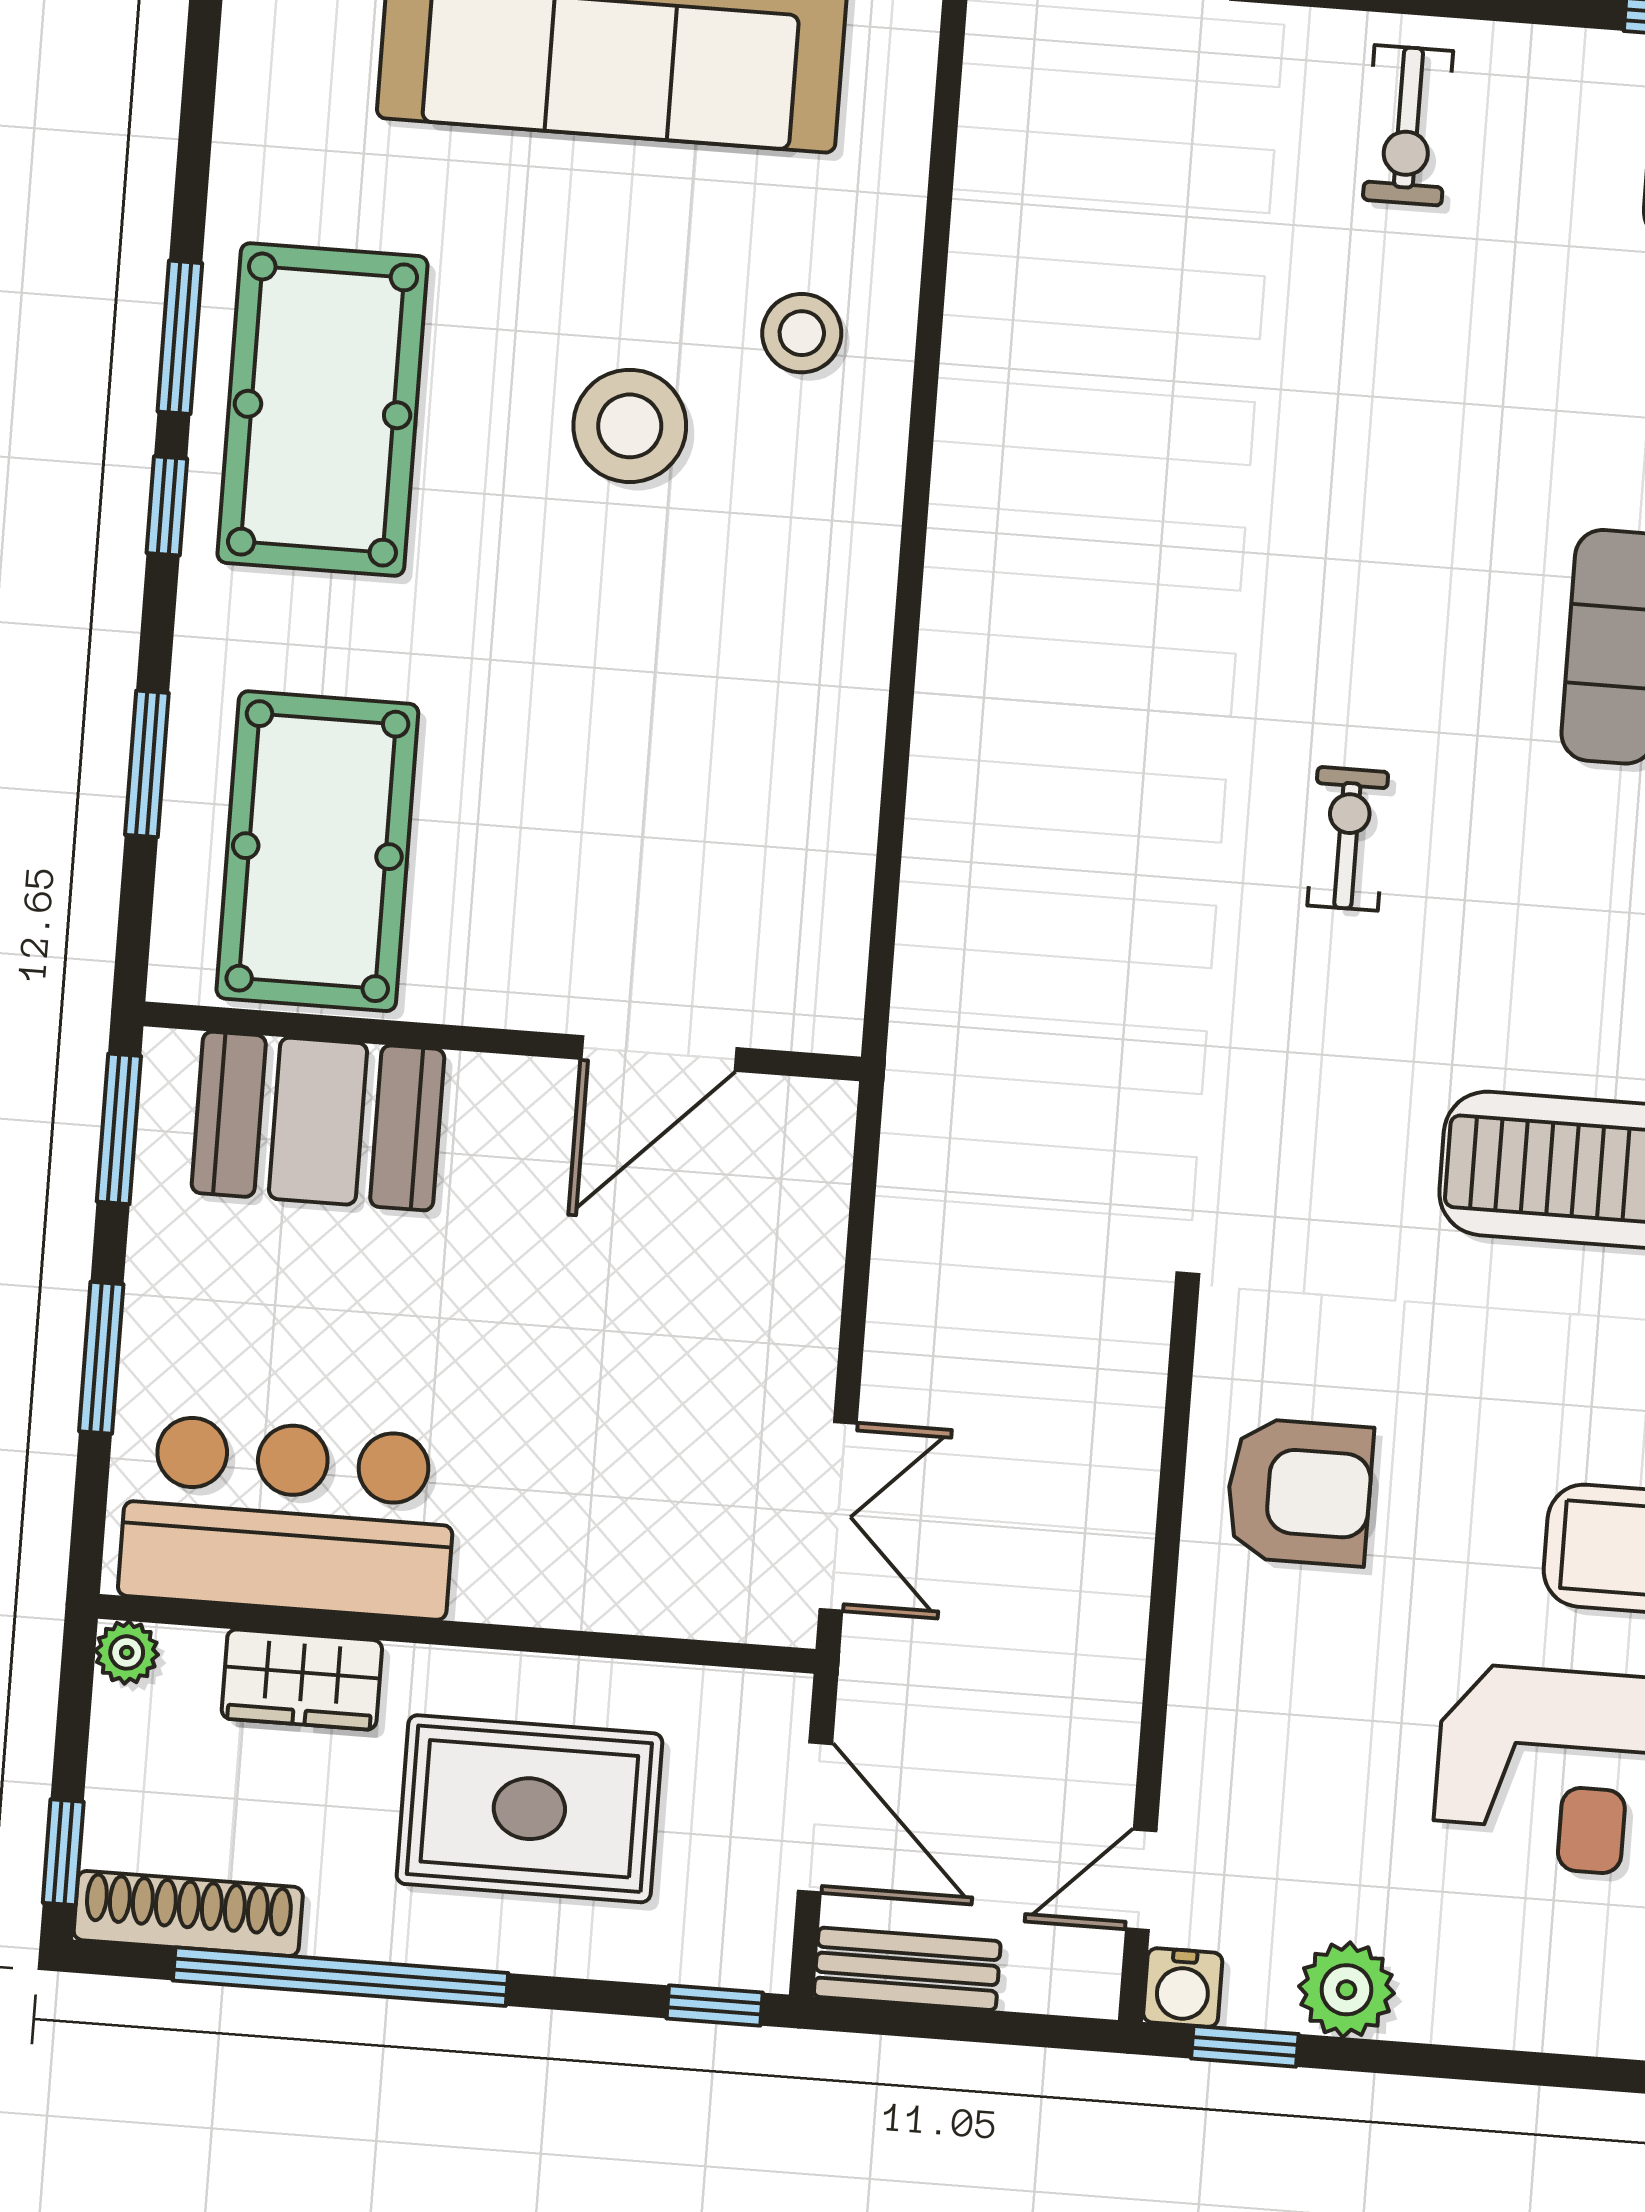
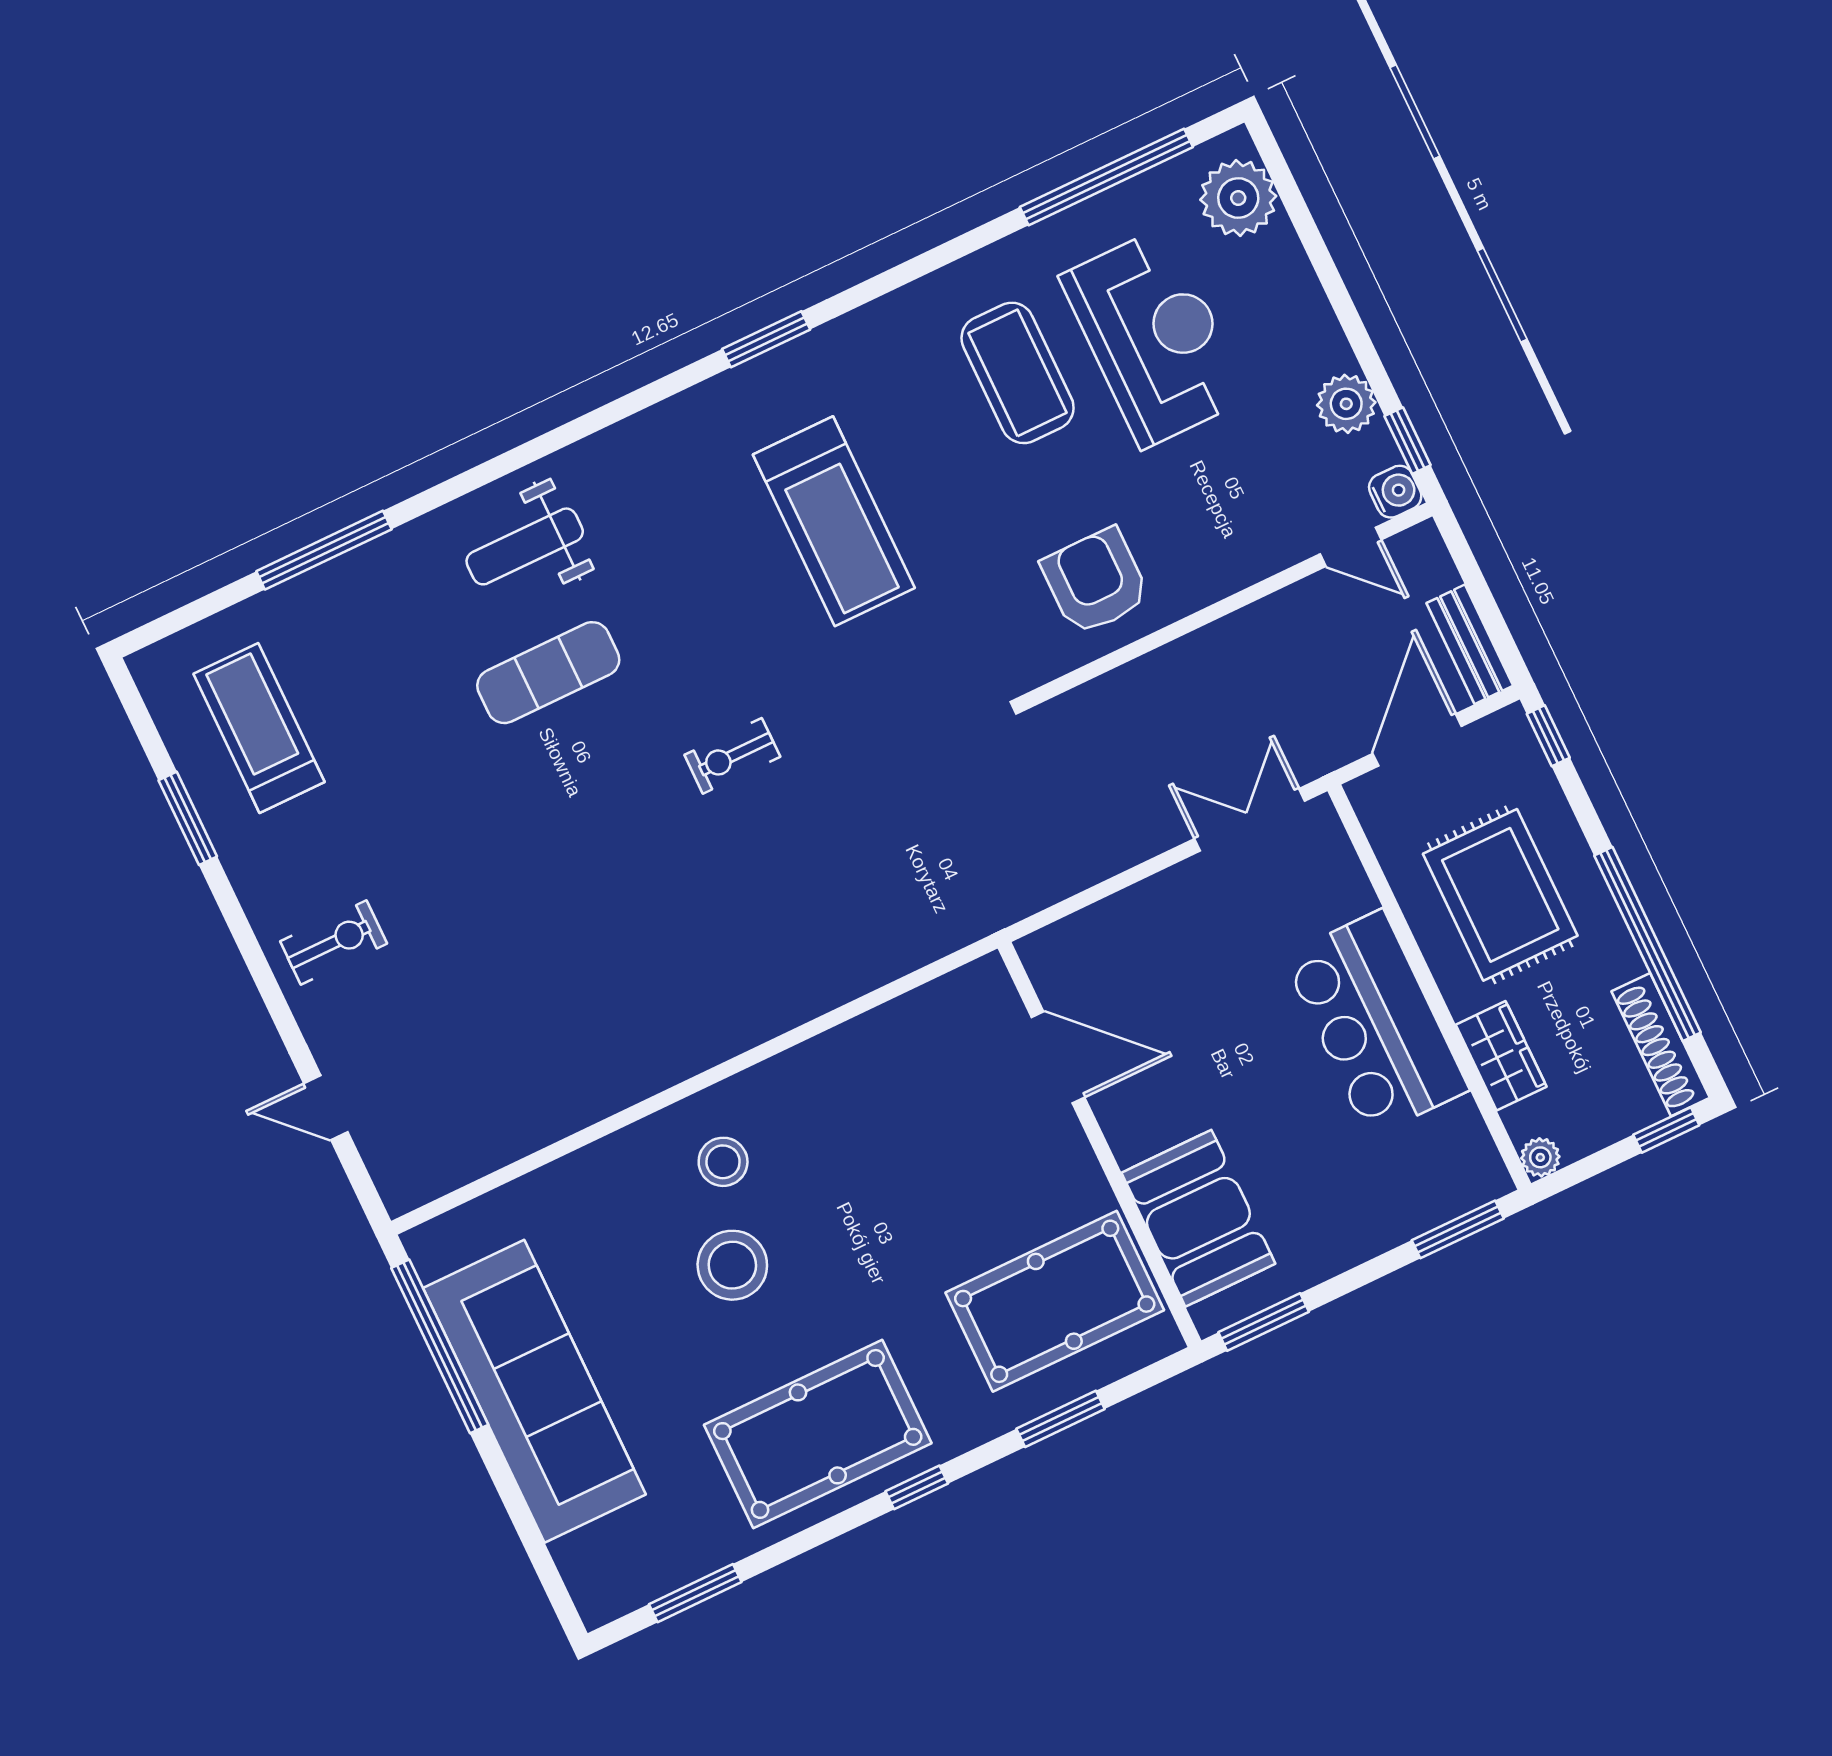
stool: (802, 333) -> (723, 1162), moved
window: (180, 337) -> (695, 1593), moved
window: (101, 1358) -> (1458, 1229), moved
bar counter: (288, 1517) -> (1376, 1023), moved

